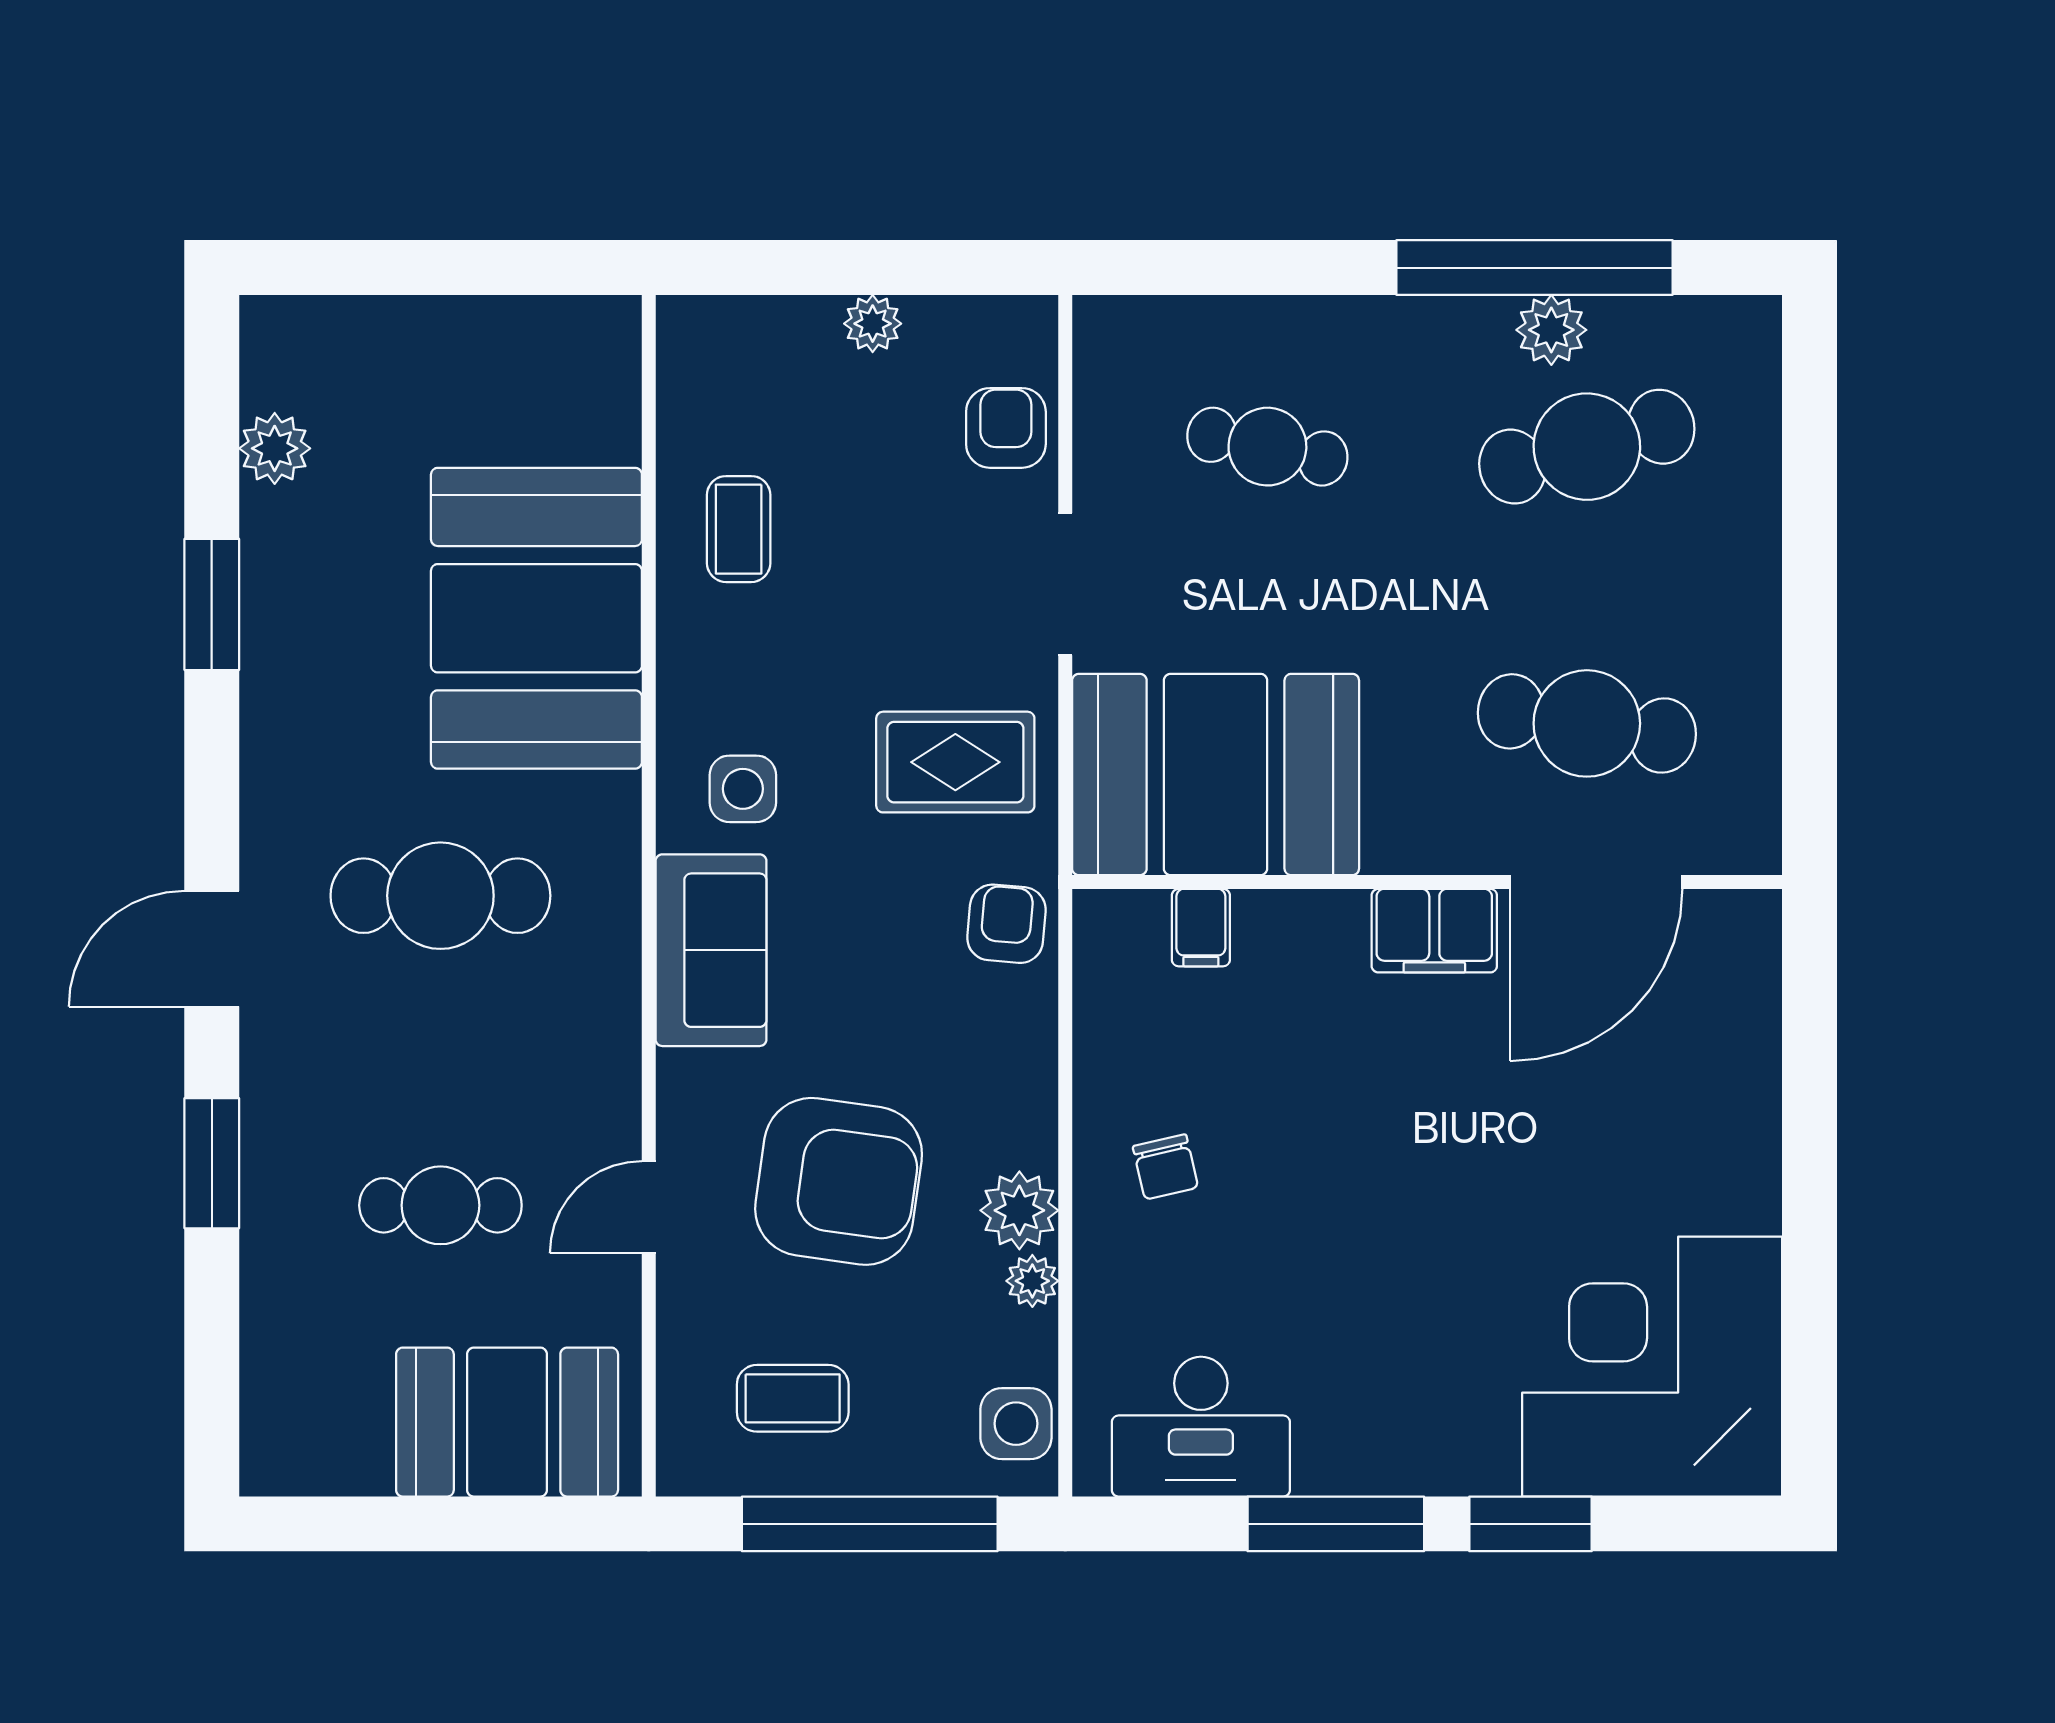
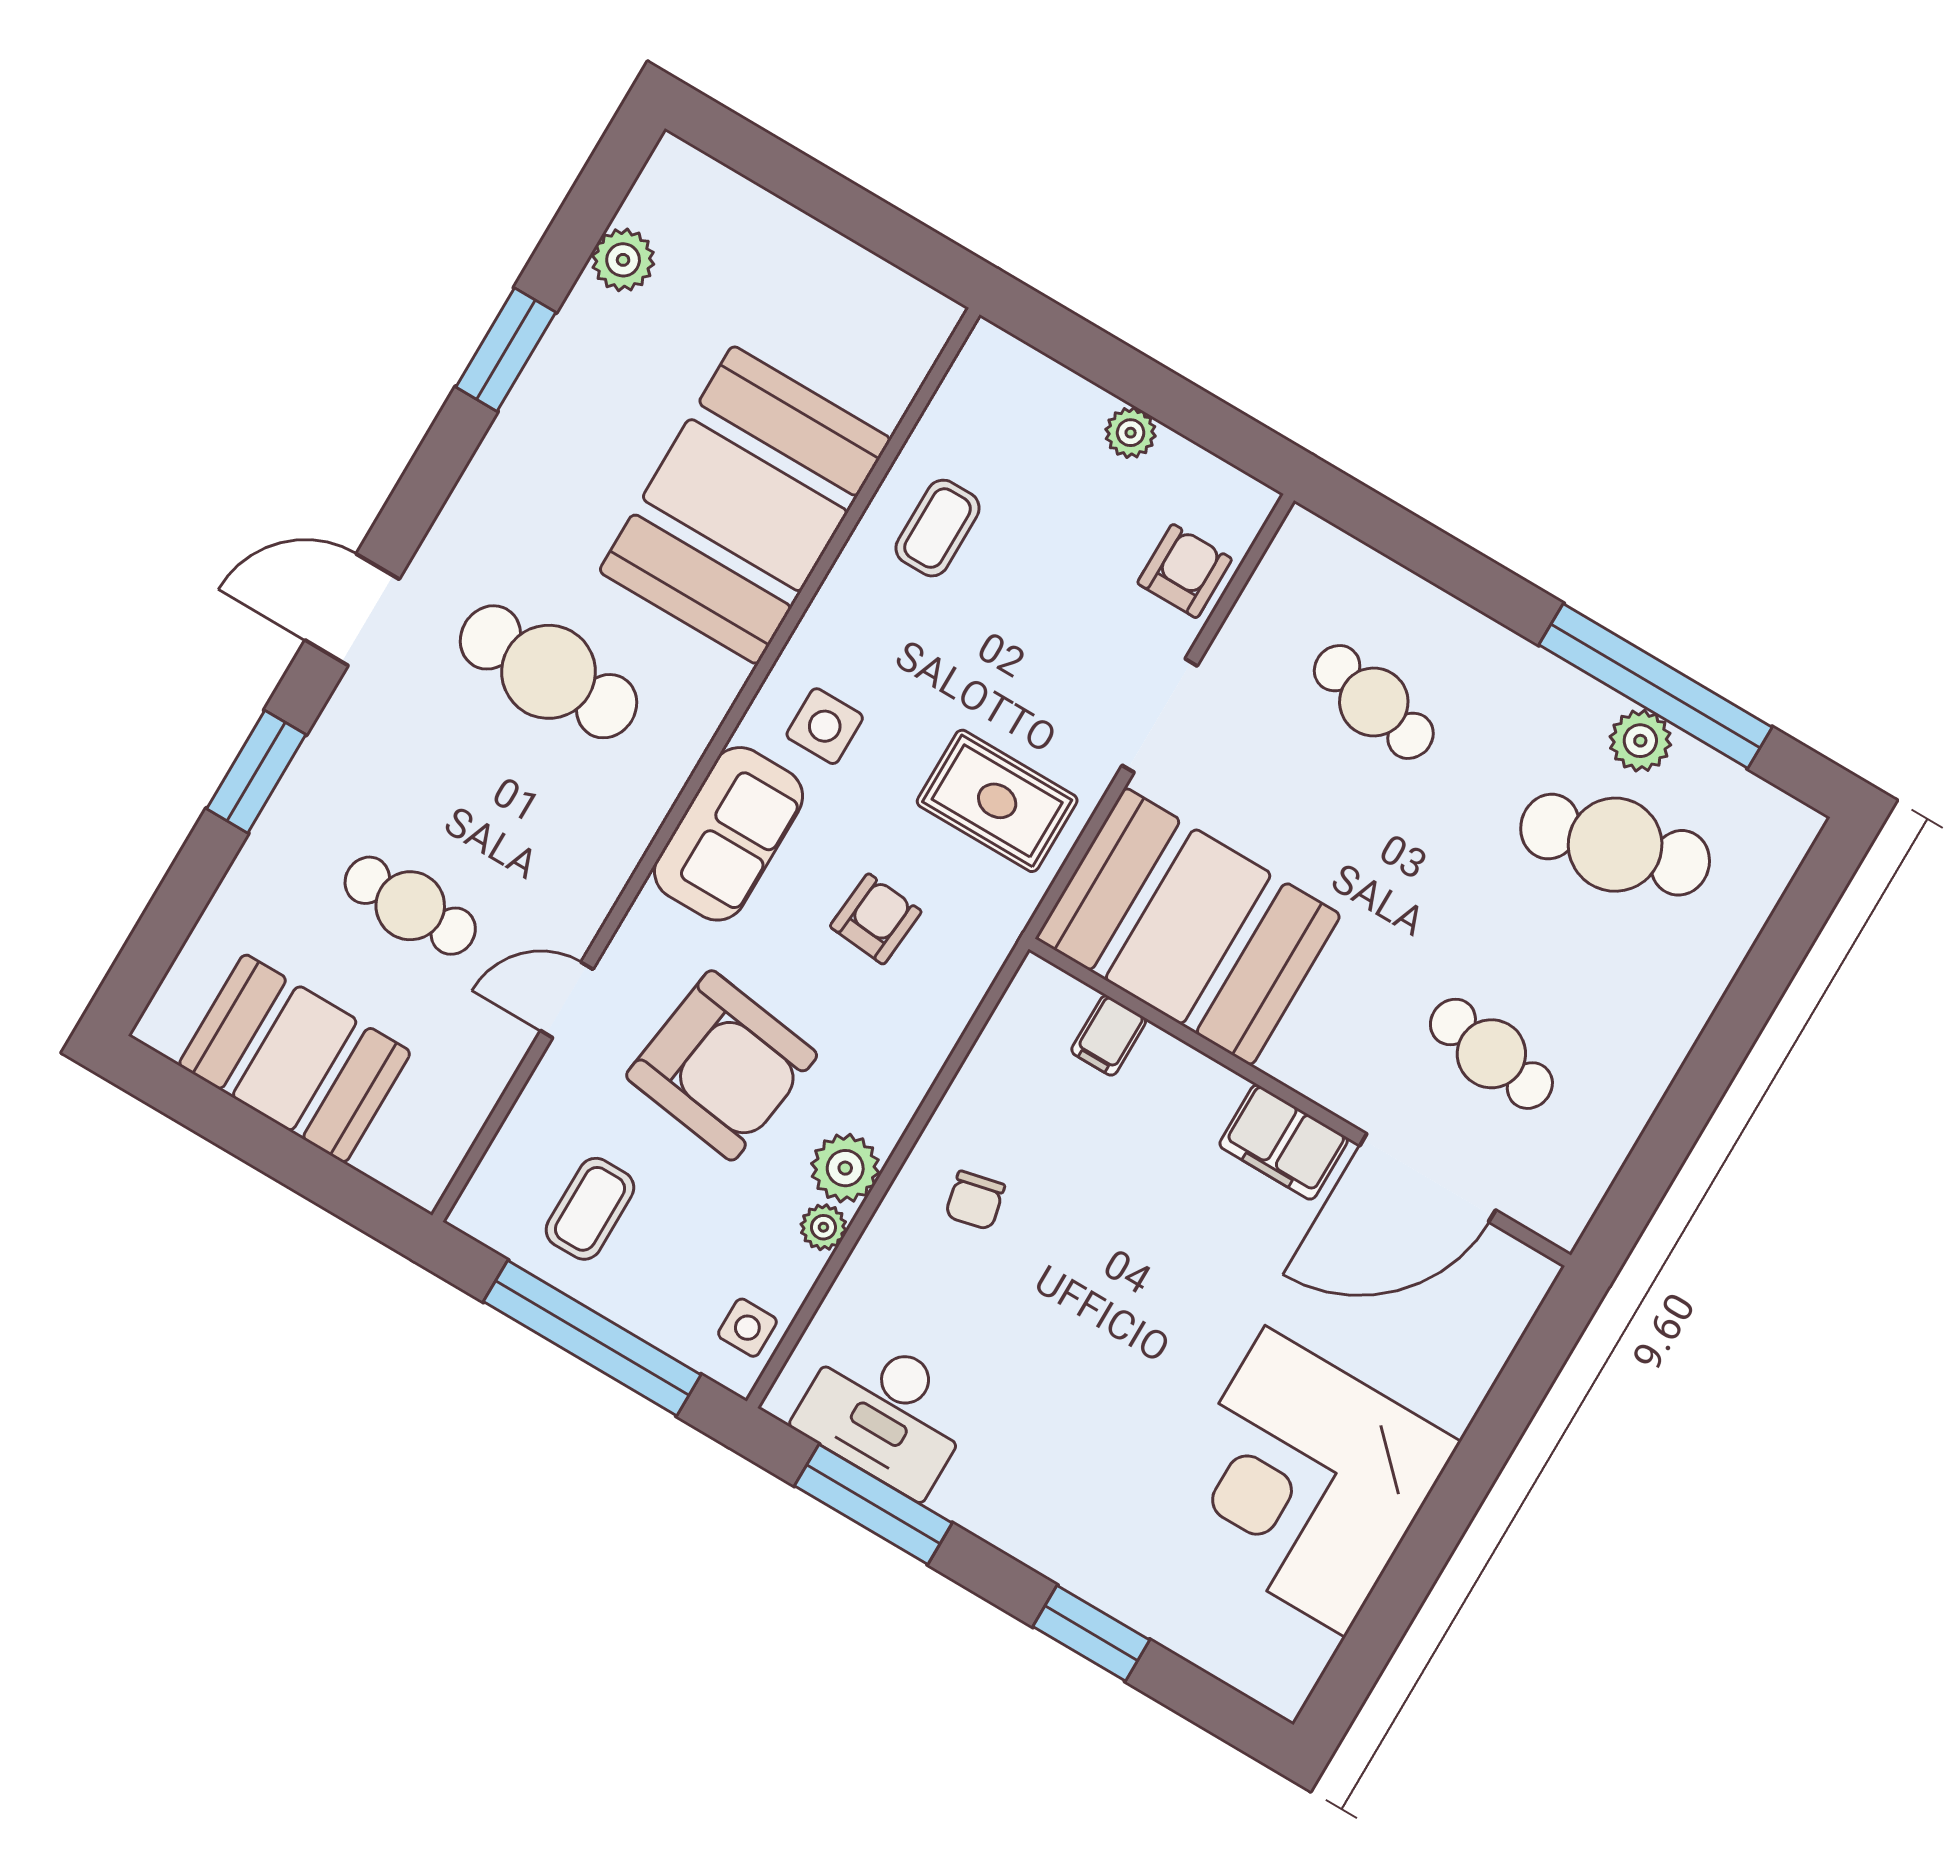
cafe table: (1587, 723) -> (1491, 1054), width x0.73, depth x0.74
armchair: (1006, 924) -> (876, 919), moved
corner desk: (1652, 1367) -> (1305, 1481), moved, turned -90
coffee table: (793, 1398) -> (590, 1209), turned 90
booth: (507, 1422) -> (295, 1058), moved
side table: (1016, 1424) -> (747, 1328), width x0.73, depth x0.73
window: (1336, 1524) -> (873, 1504), moved

